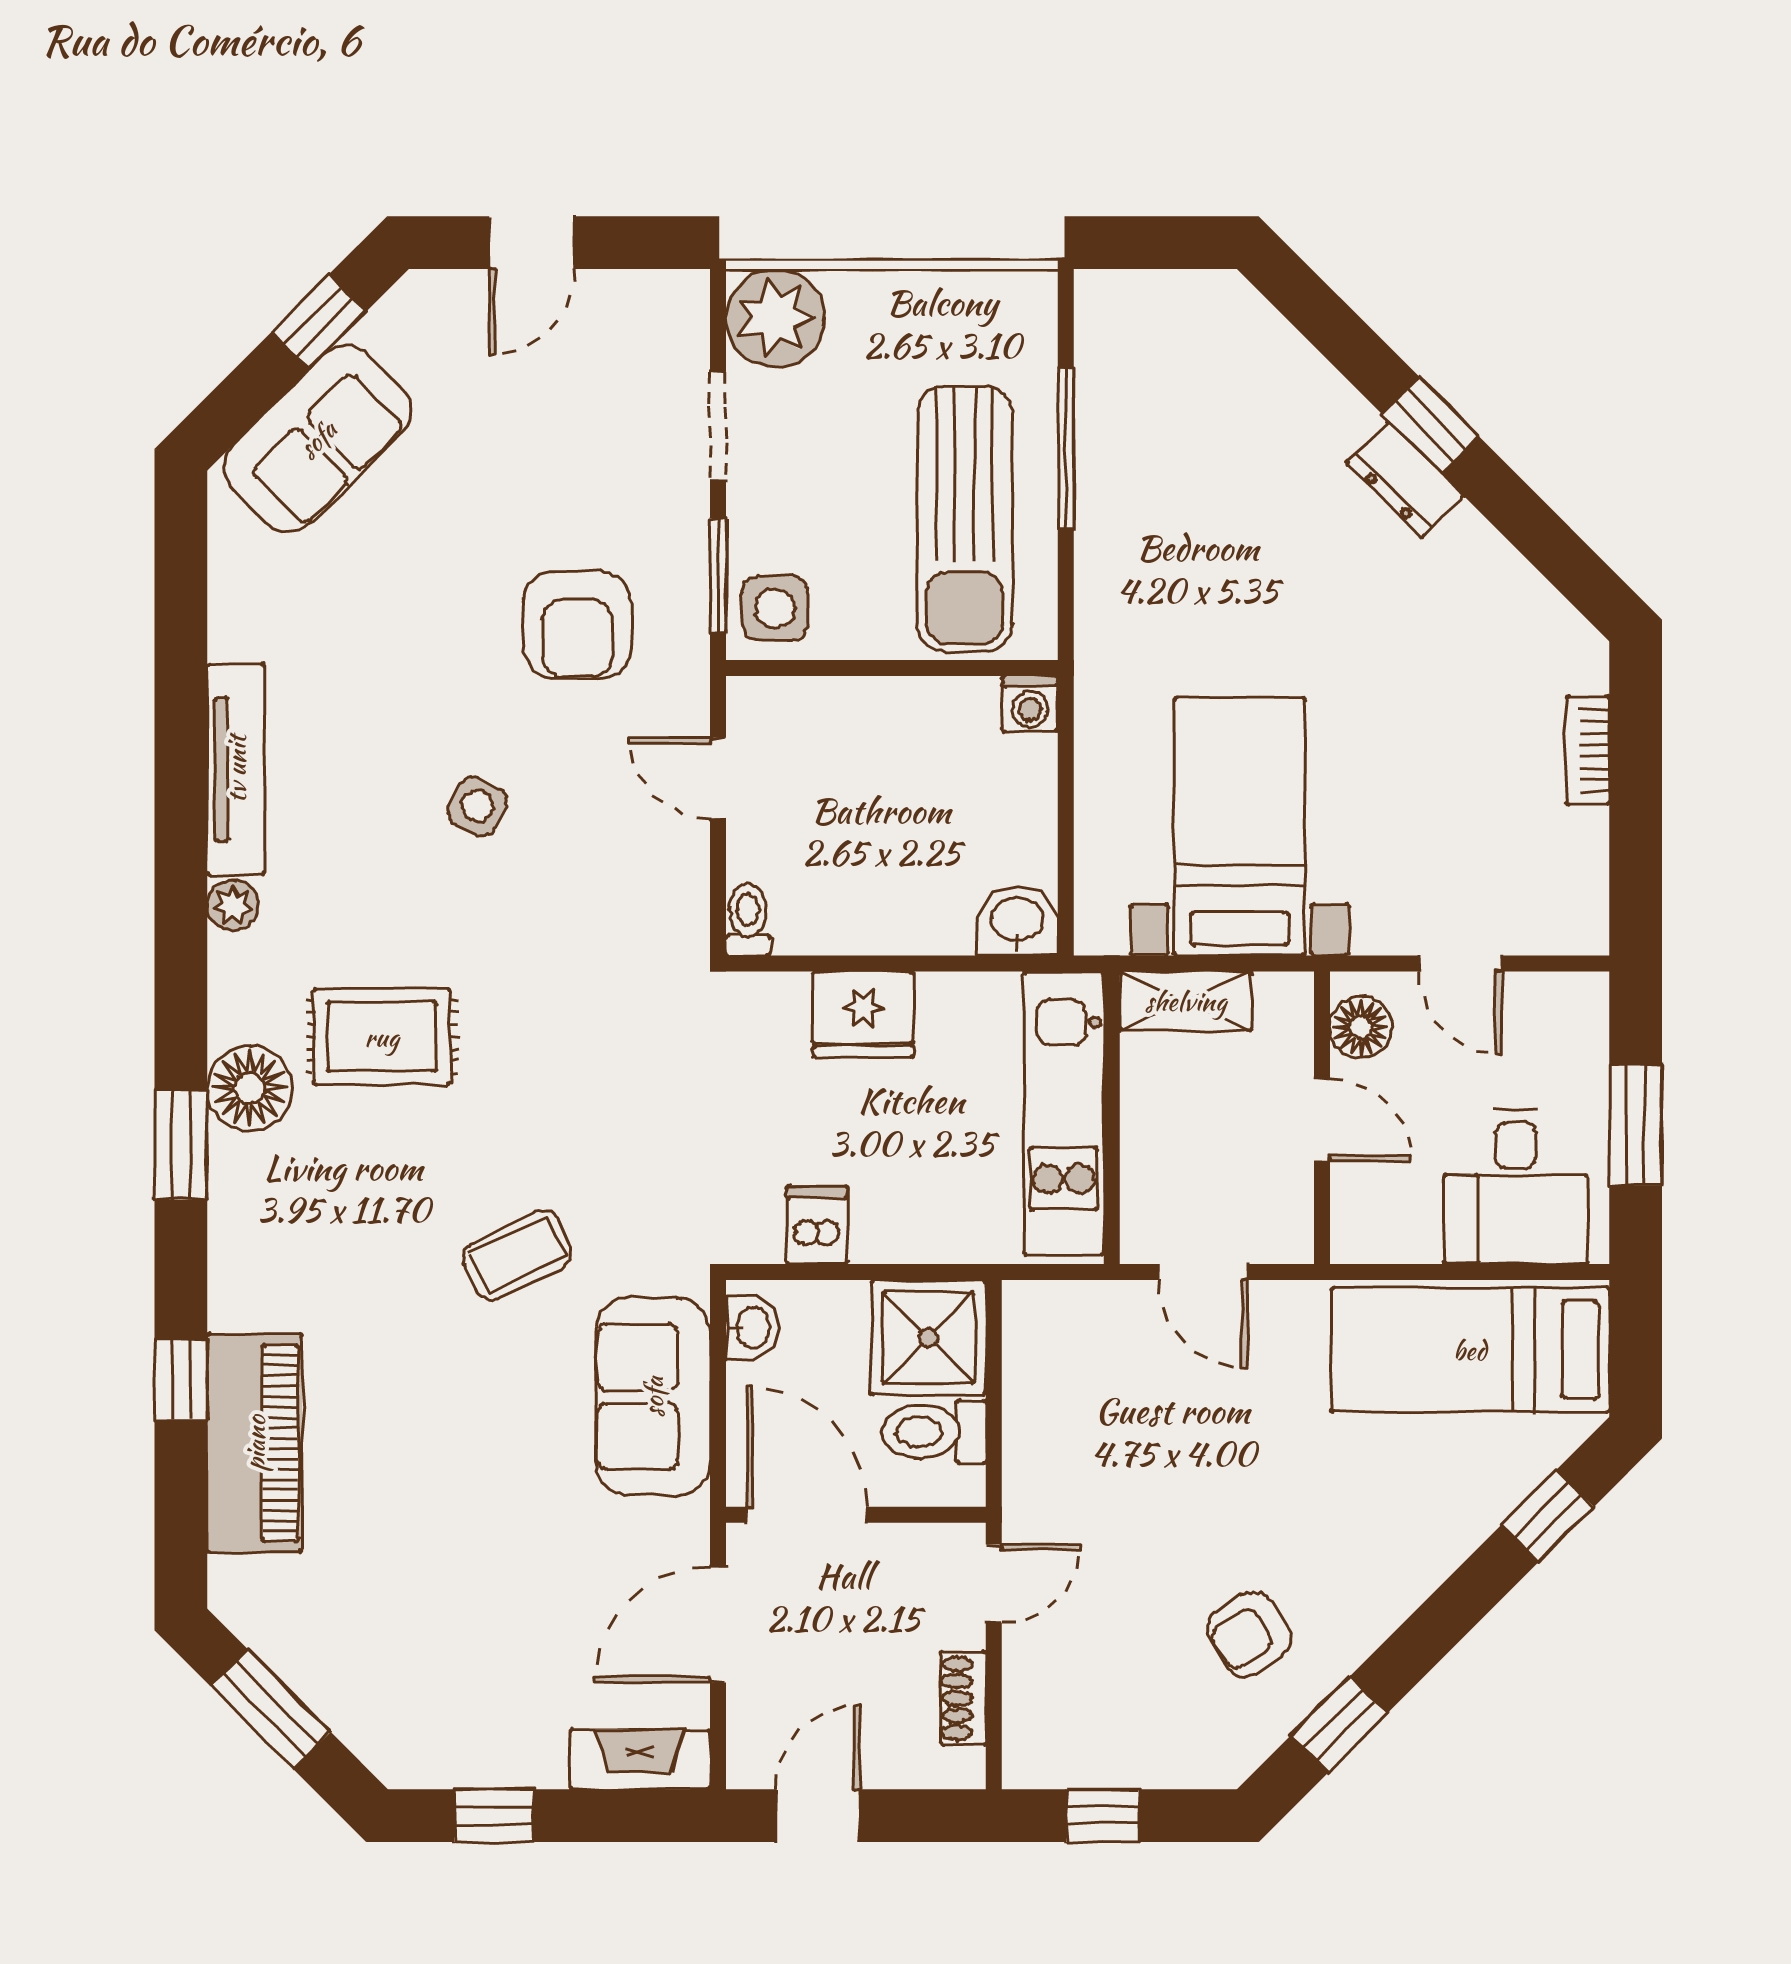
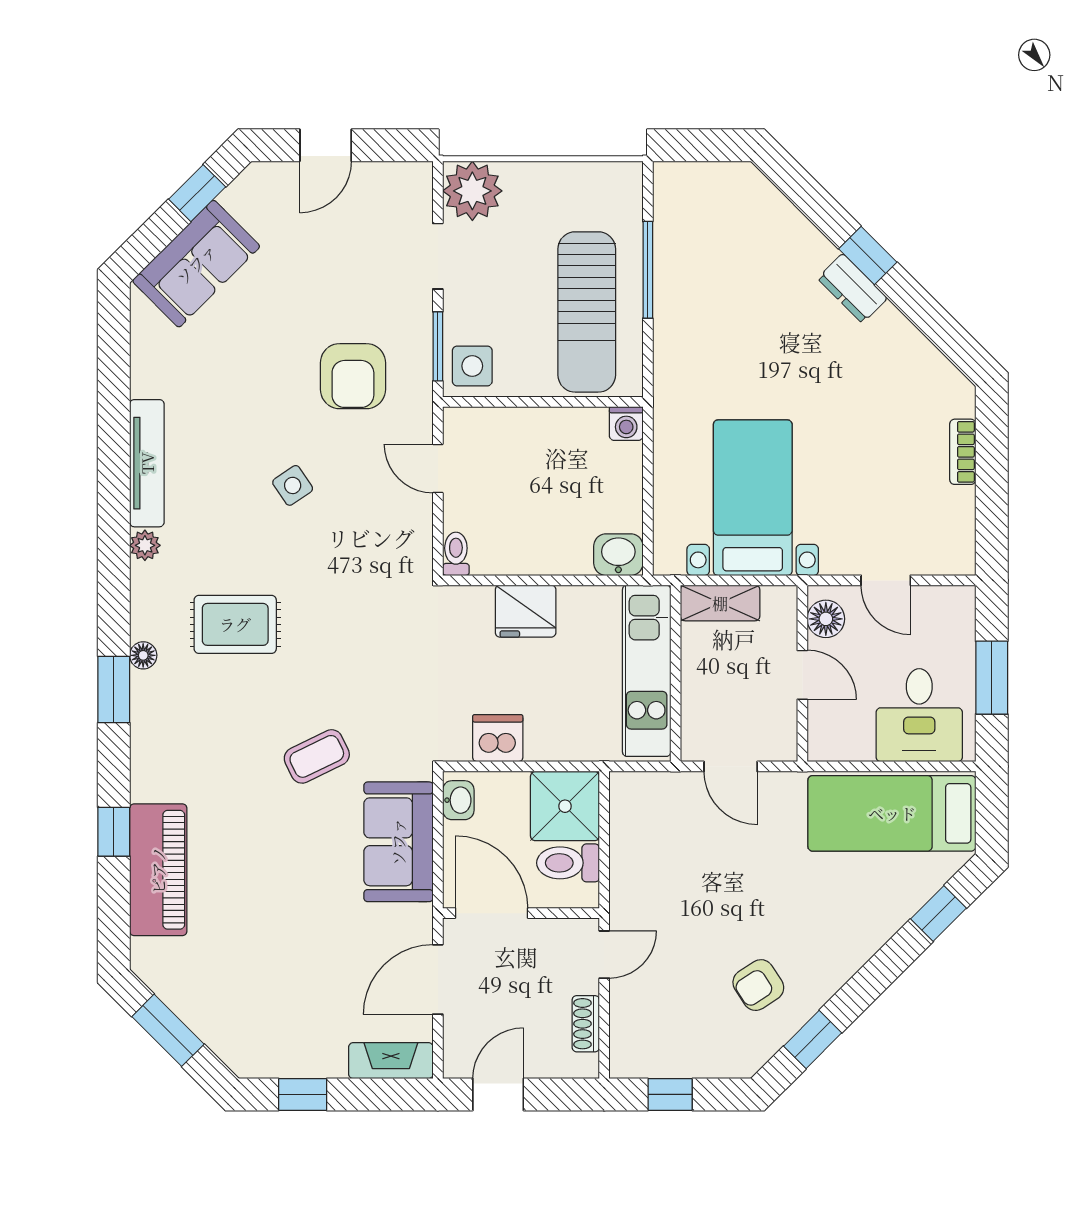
side table: (477, 806) -> (293, 485), turned 30
floor lamp: (250, 1088) -> (143, 655), width x0.53, depth x0.53
dishwasher: (817, 1225) -> (498, 738), width x1.38

